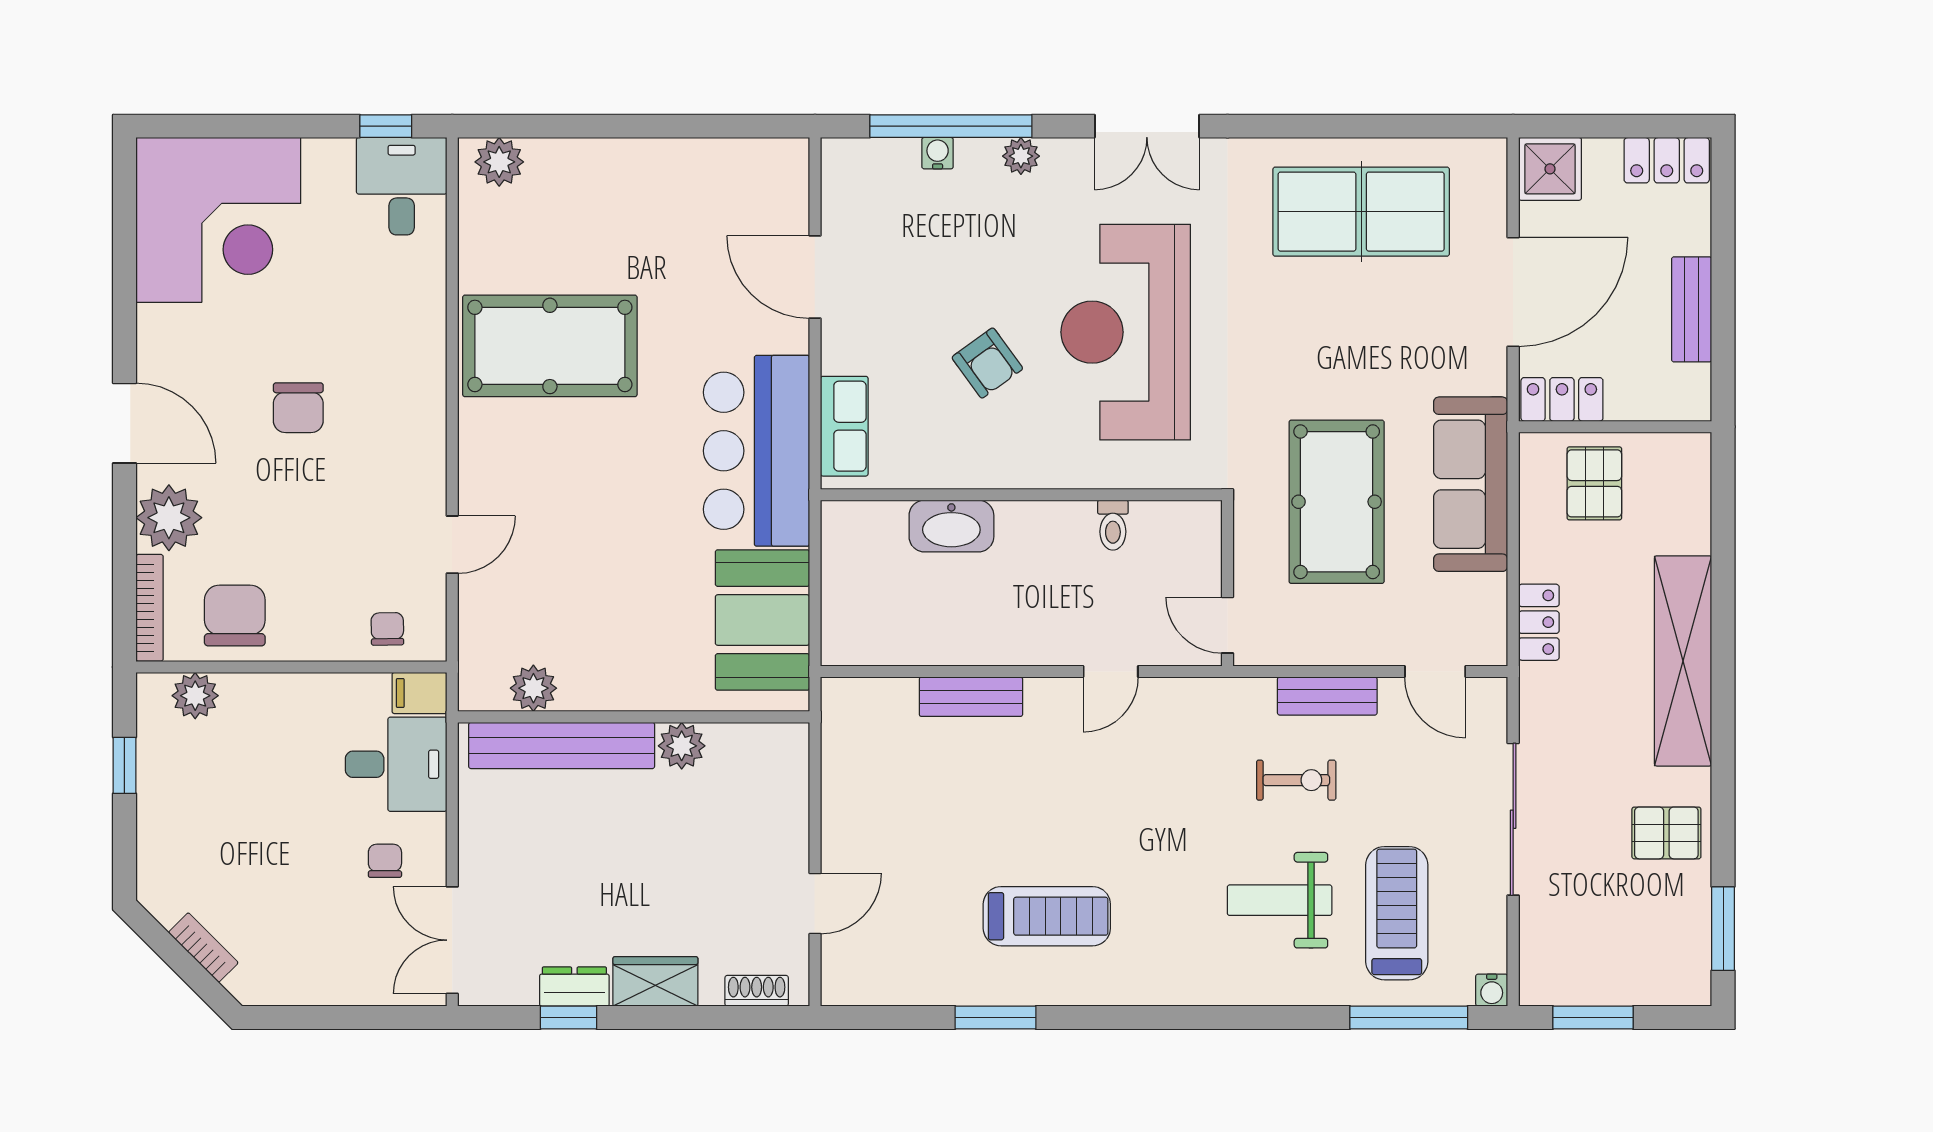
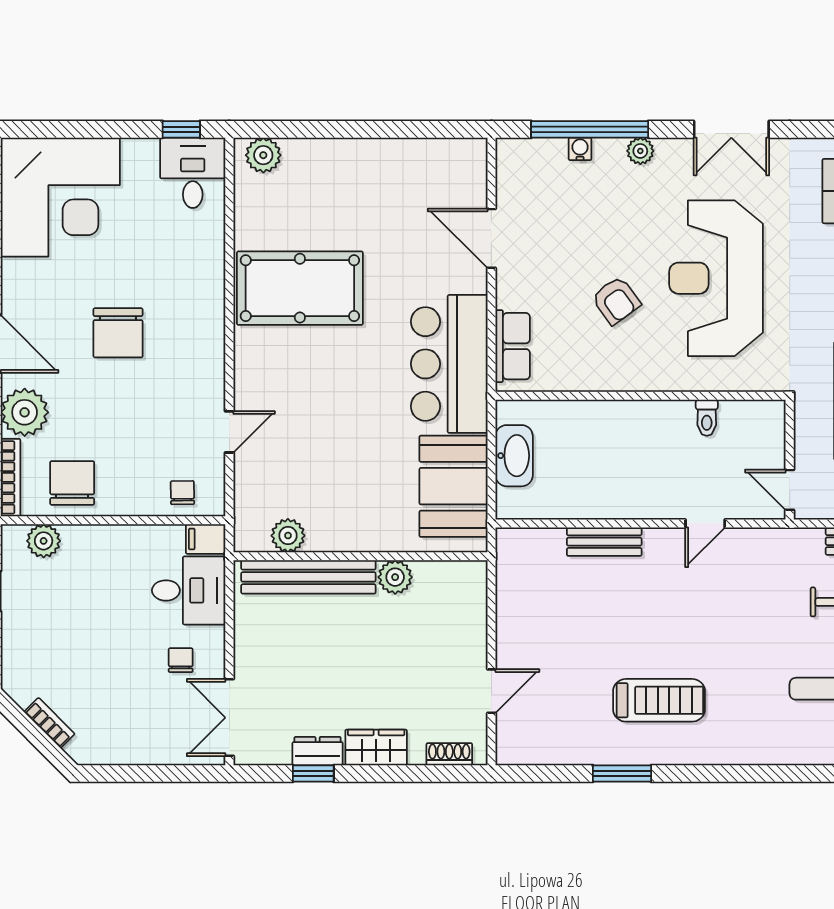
chair: (298, 408) -> (118, 333), width x1.37, depth x1.37
washbasin: (951, 526) -> (514, 456), moved, turned -90

